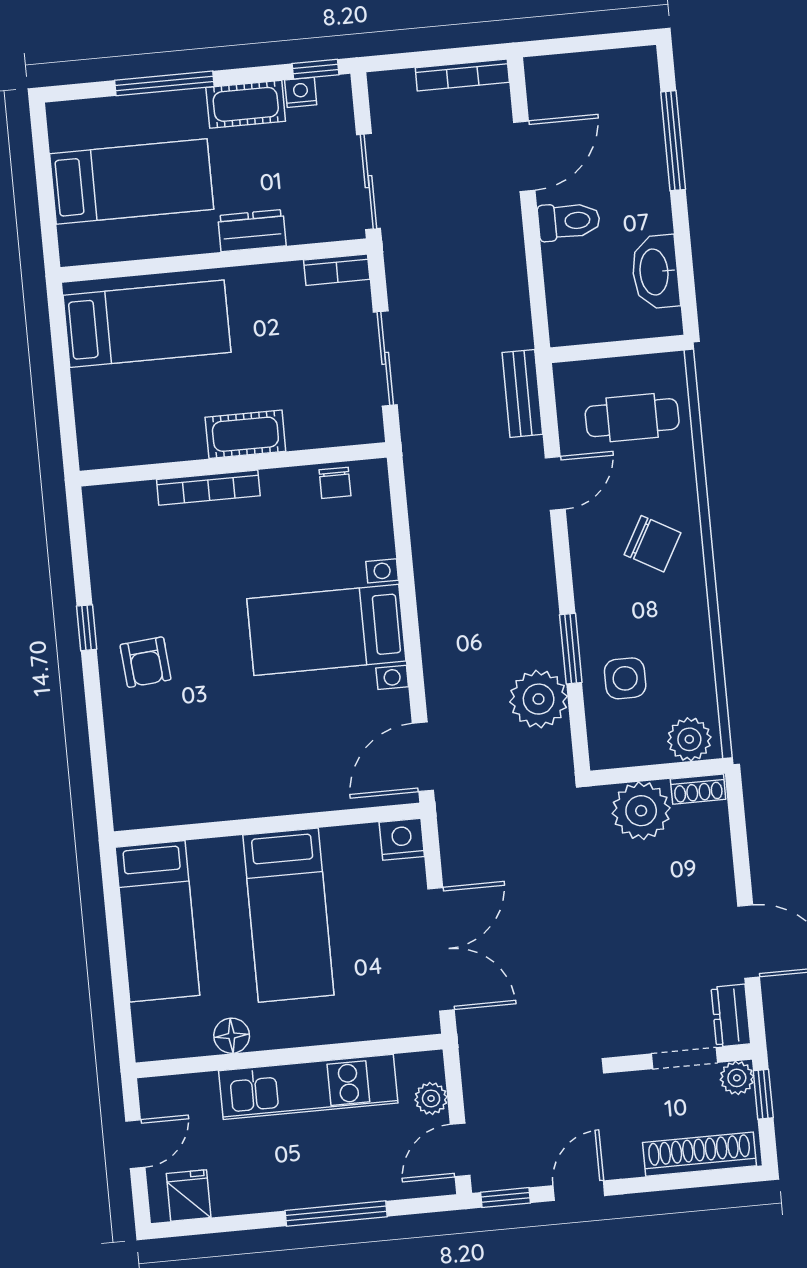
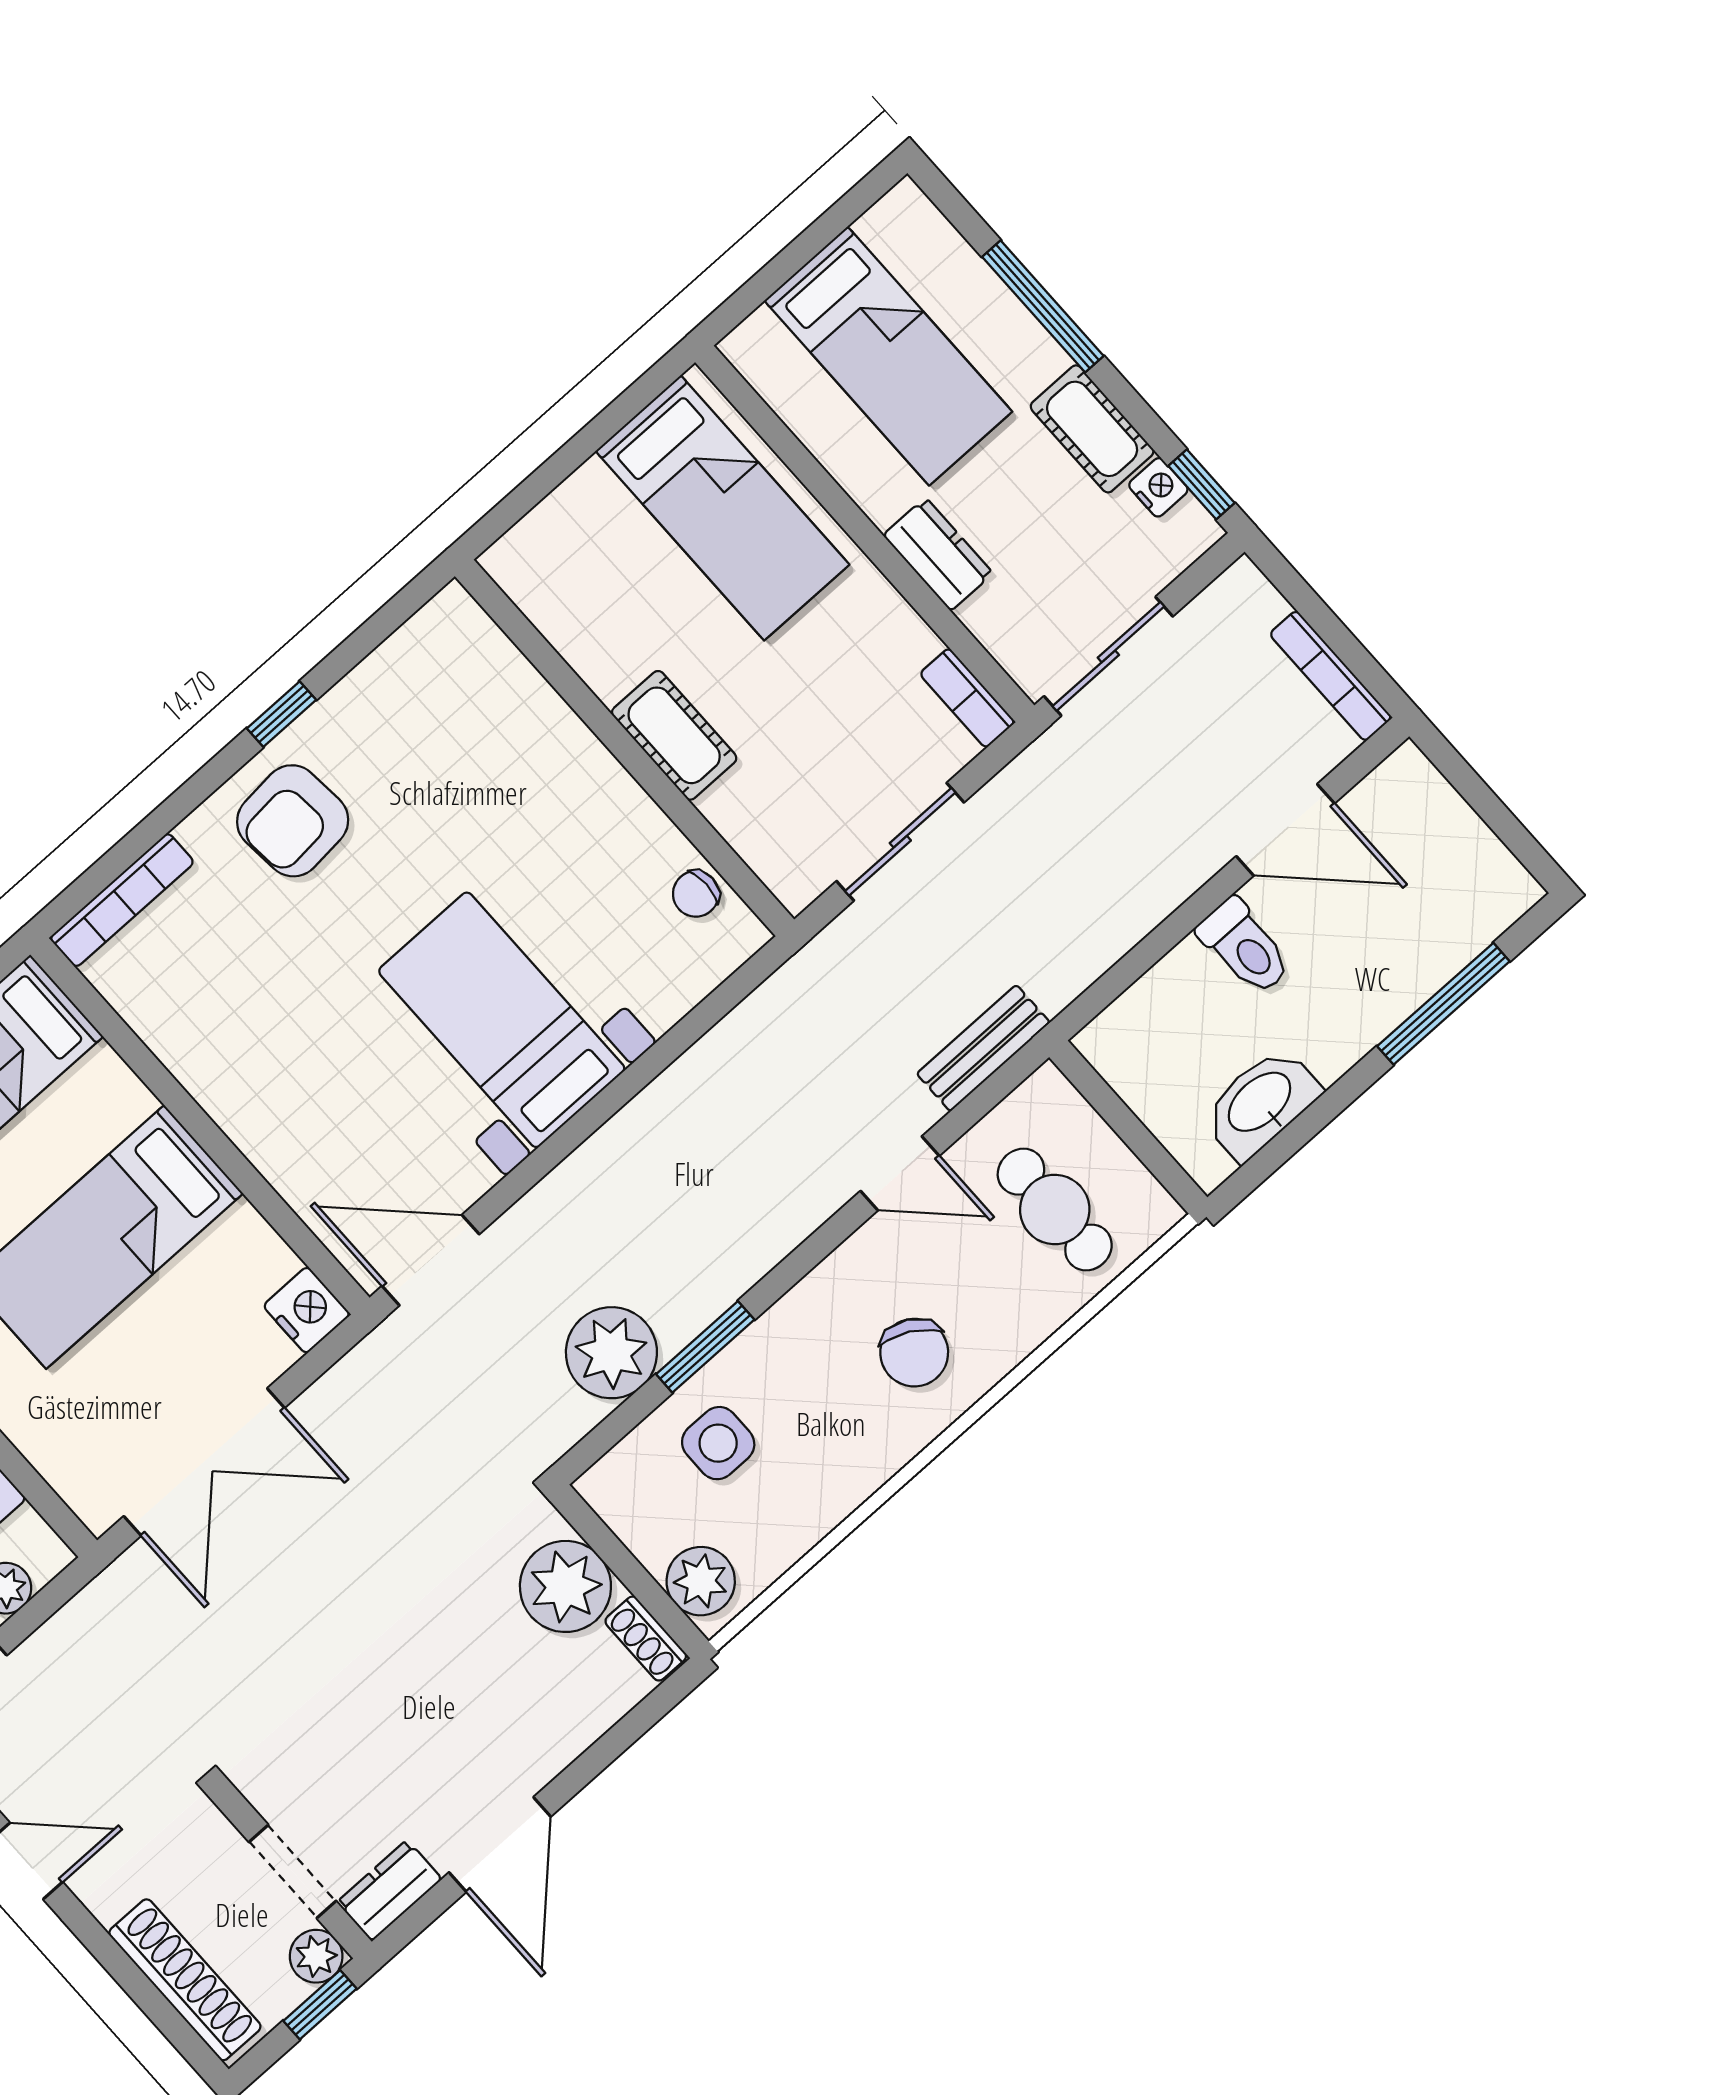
bookcase: (208, 488) -> (122, 900), moved, turned -90
armchair: (146, 662) -> (293, 821), width x1.38, depth x1.38

